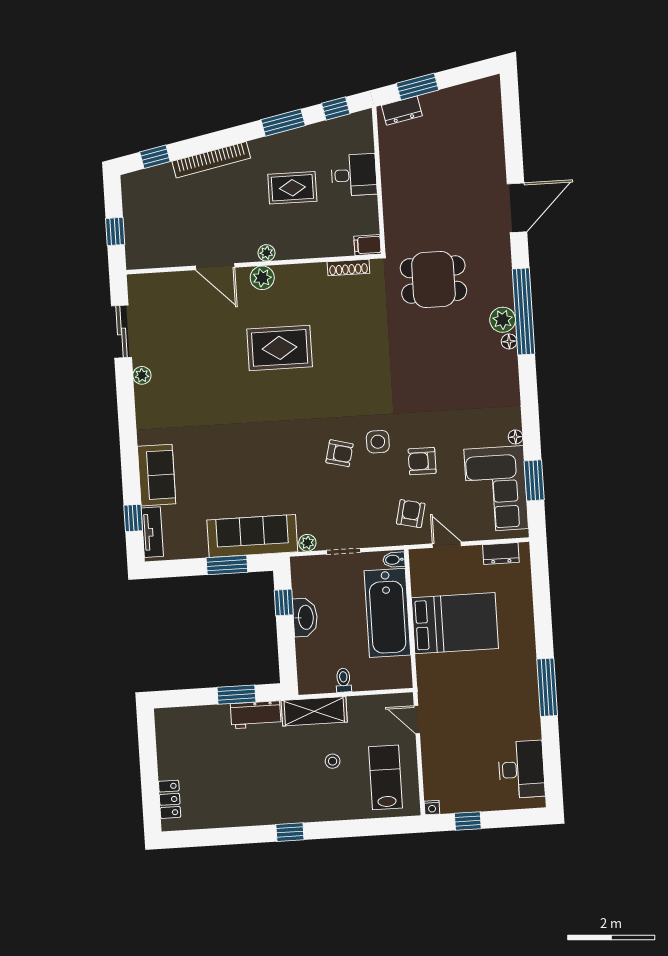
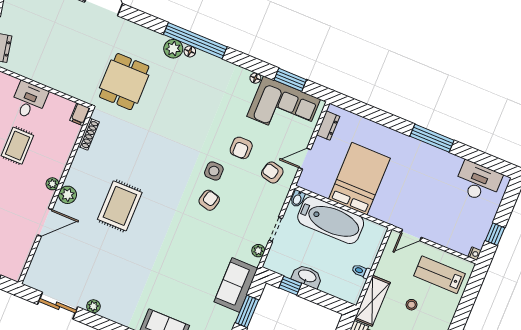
window: (523, 311) -> (195, 41), moved
sofa: (252, 536) -> (236, 285), width x0.73

